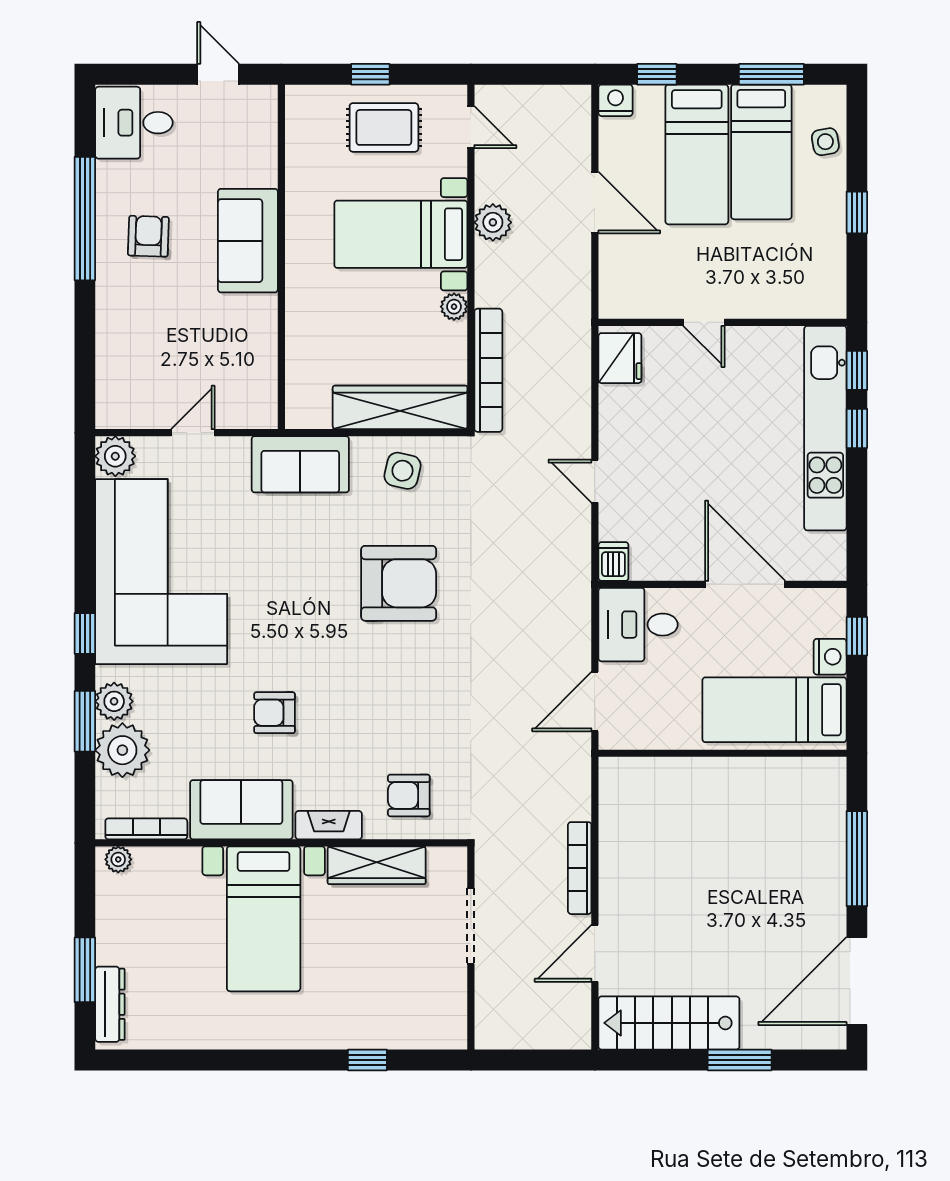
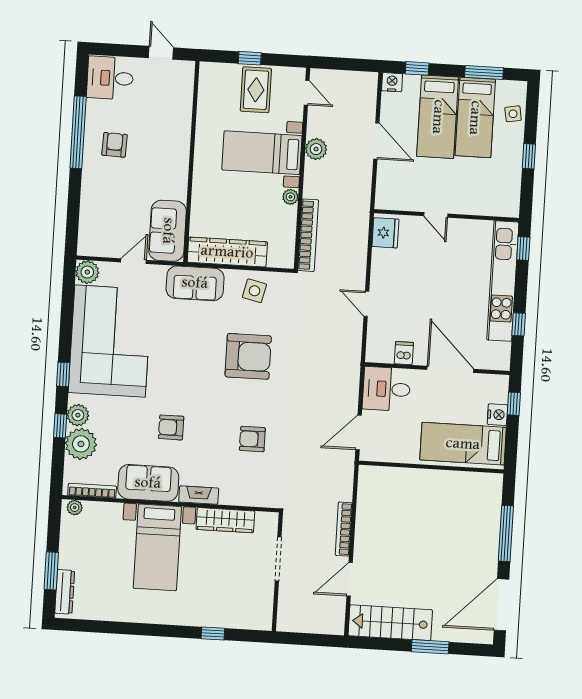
rug: (384, 127) -> (256, 90), turned 90
sofa: (248, 241) -> (168, 231), moved
wardrobe: (400, 407) -> (227, 252), moved
window: (857, 428) -> (519, 324), moved
dishwasher: (613, 561) -> (404, 353), moved
window: (85, 721) -> (60, 426), width x0.67
armchair: (409, 795) -> (252, 439), moved

